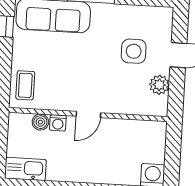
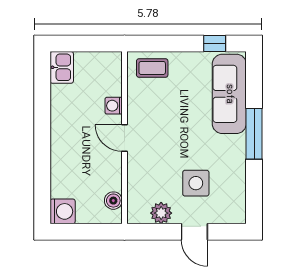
boiler: (40, 122) -> (113, 201), moved
kitchen sink: (25, 169) -> (62, 67), width x0.73

